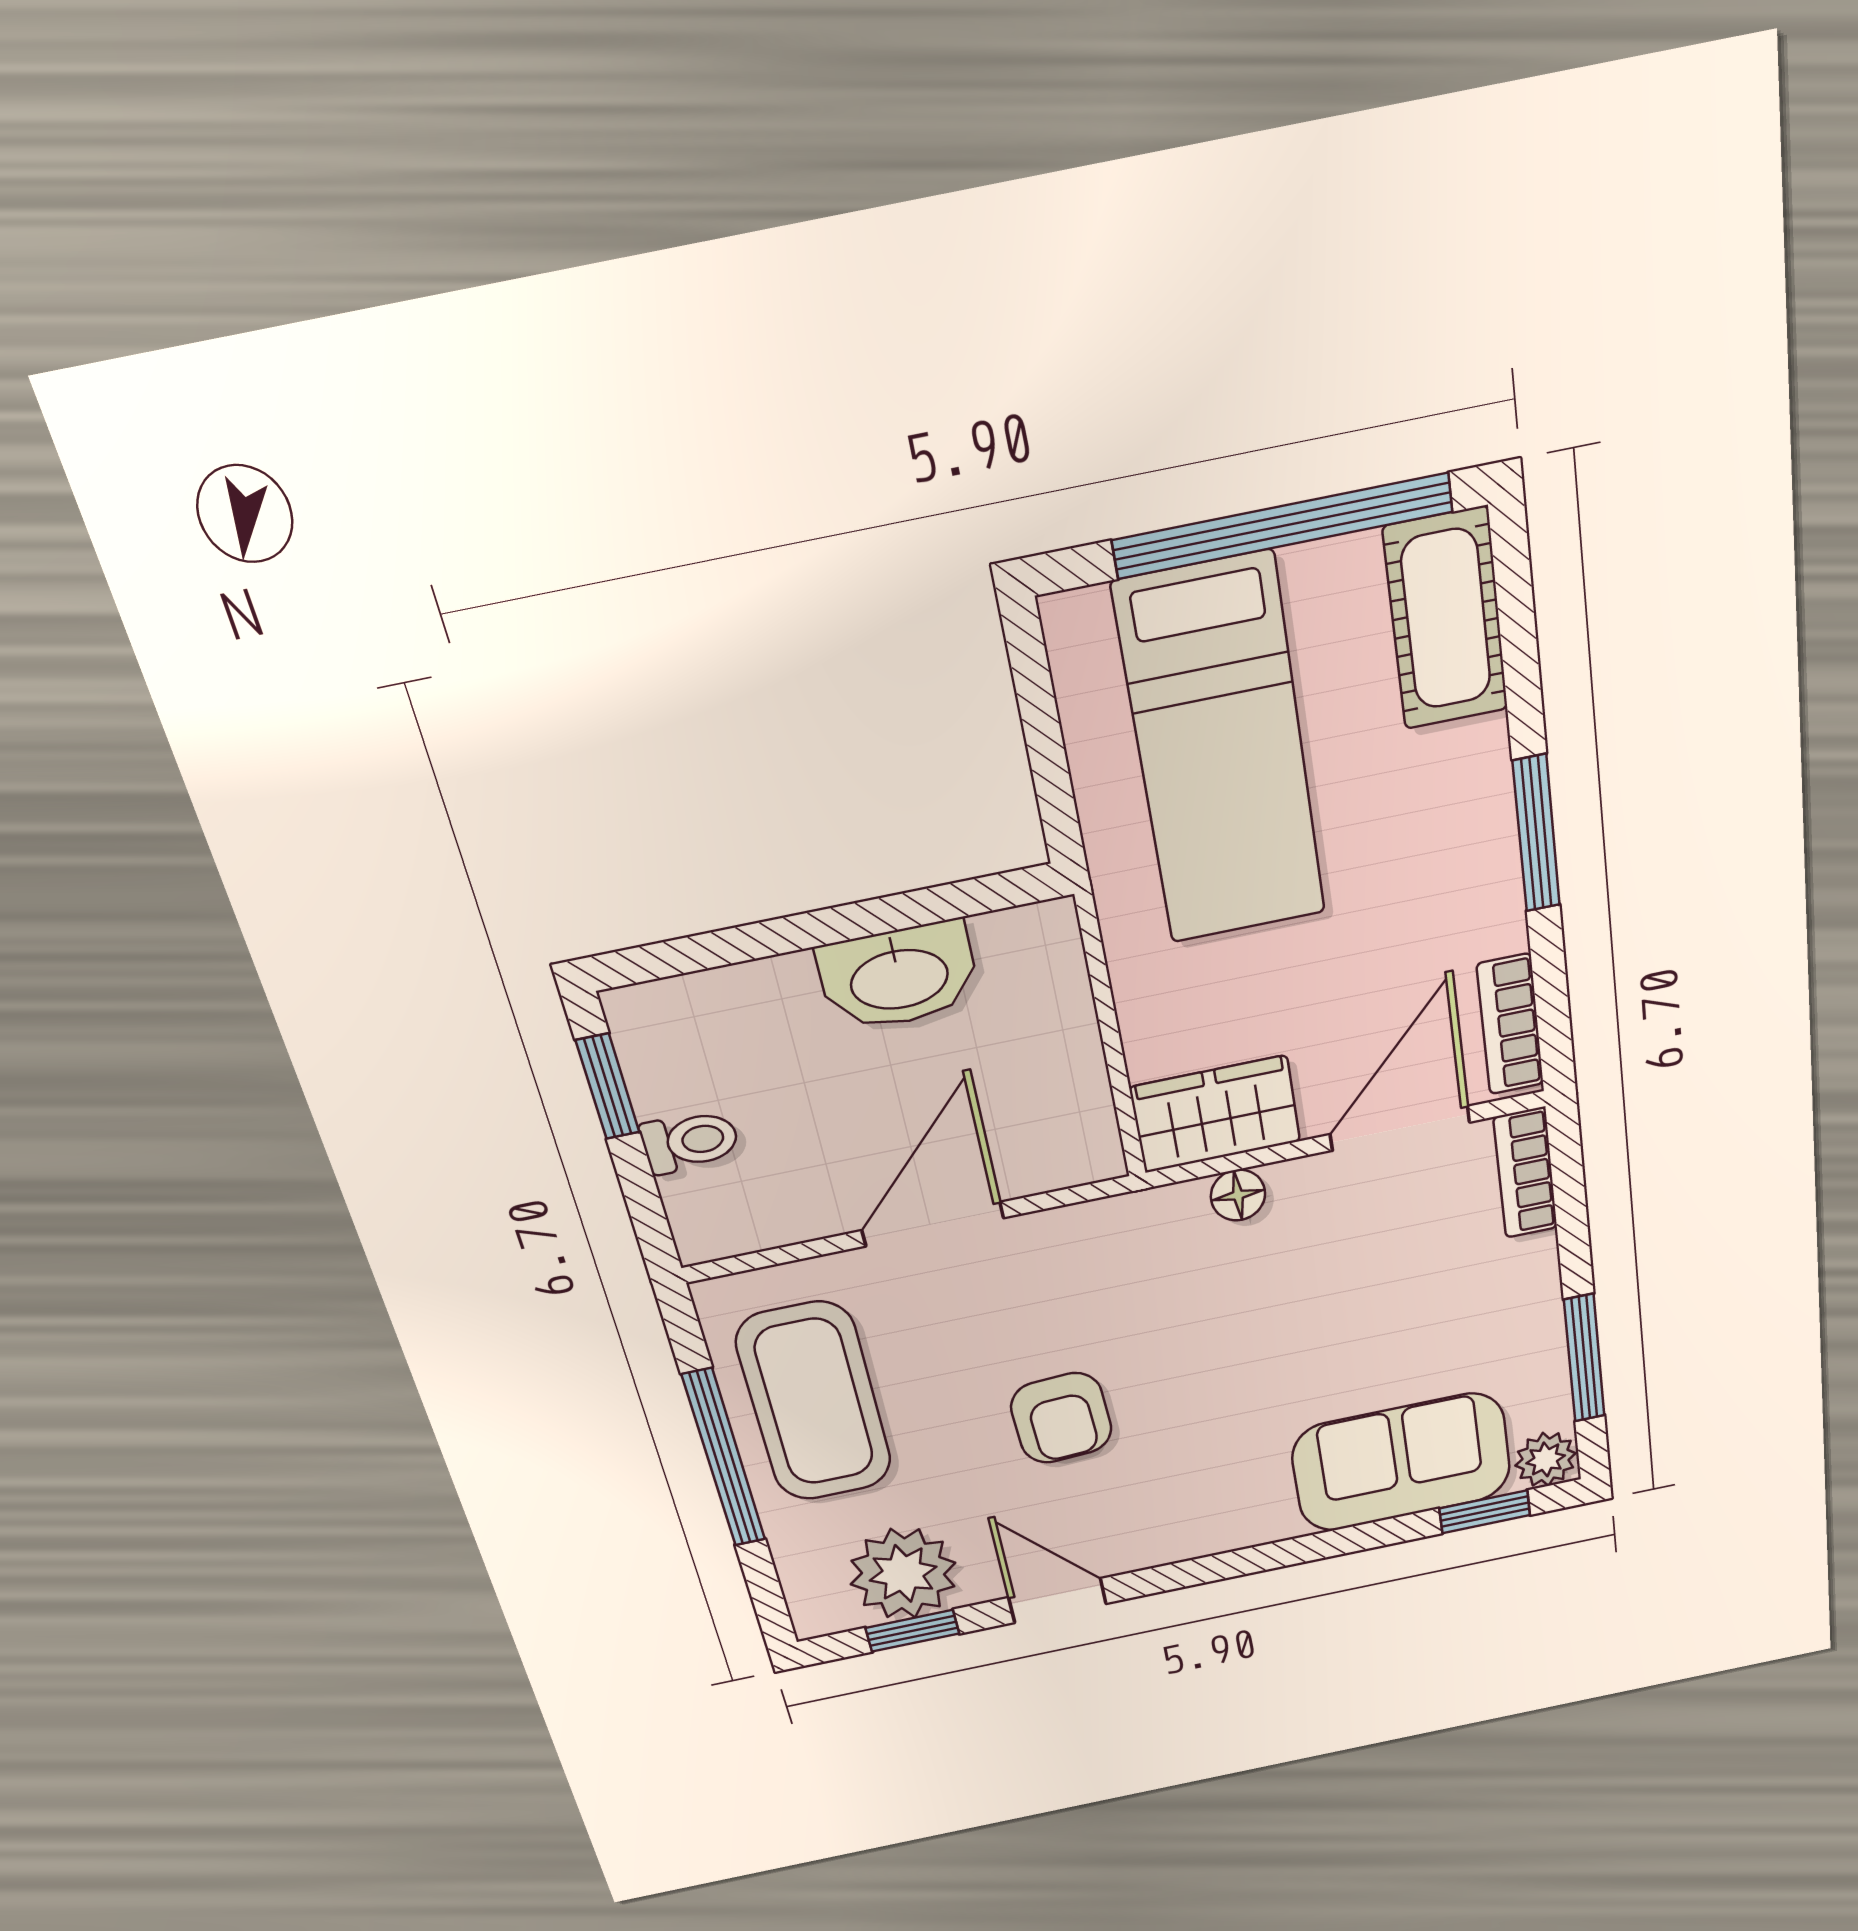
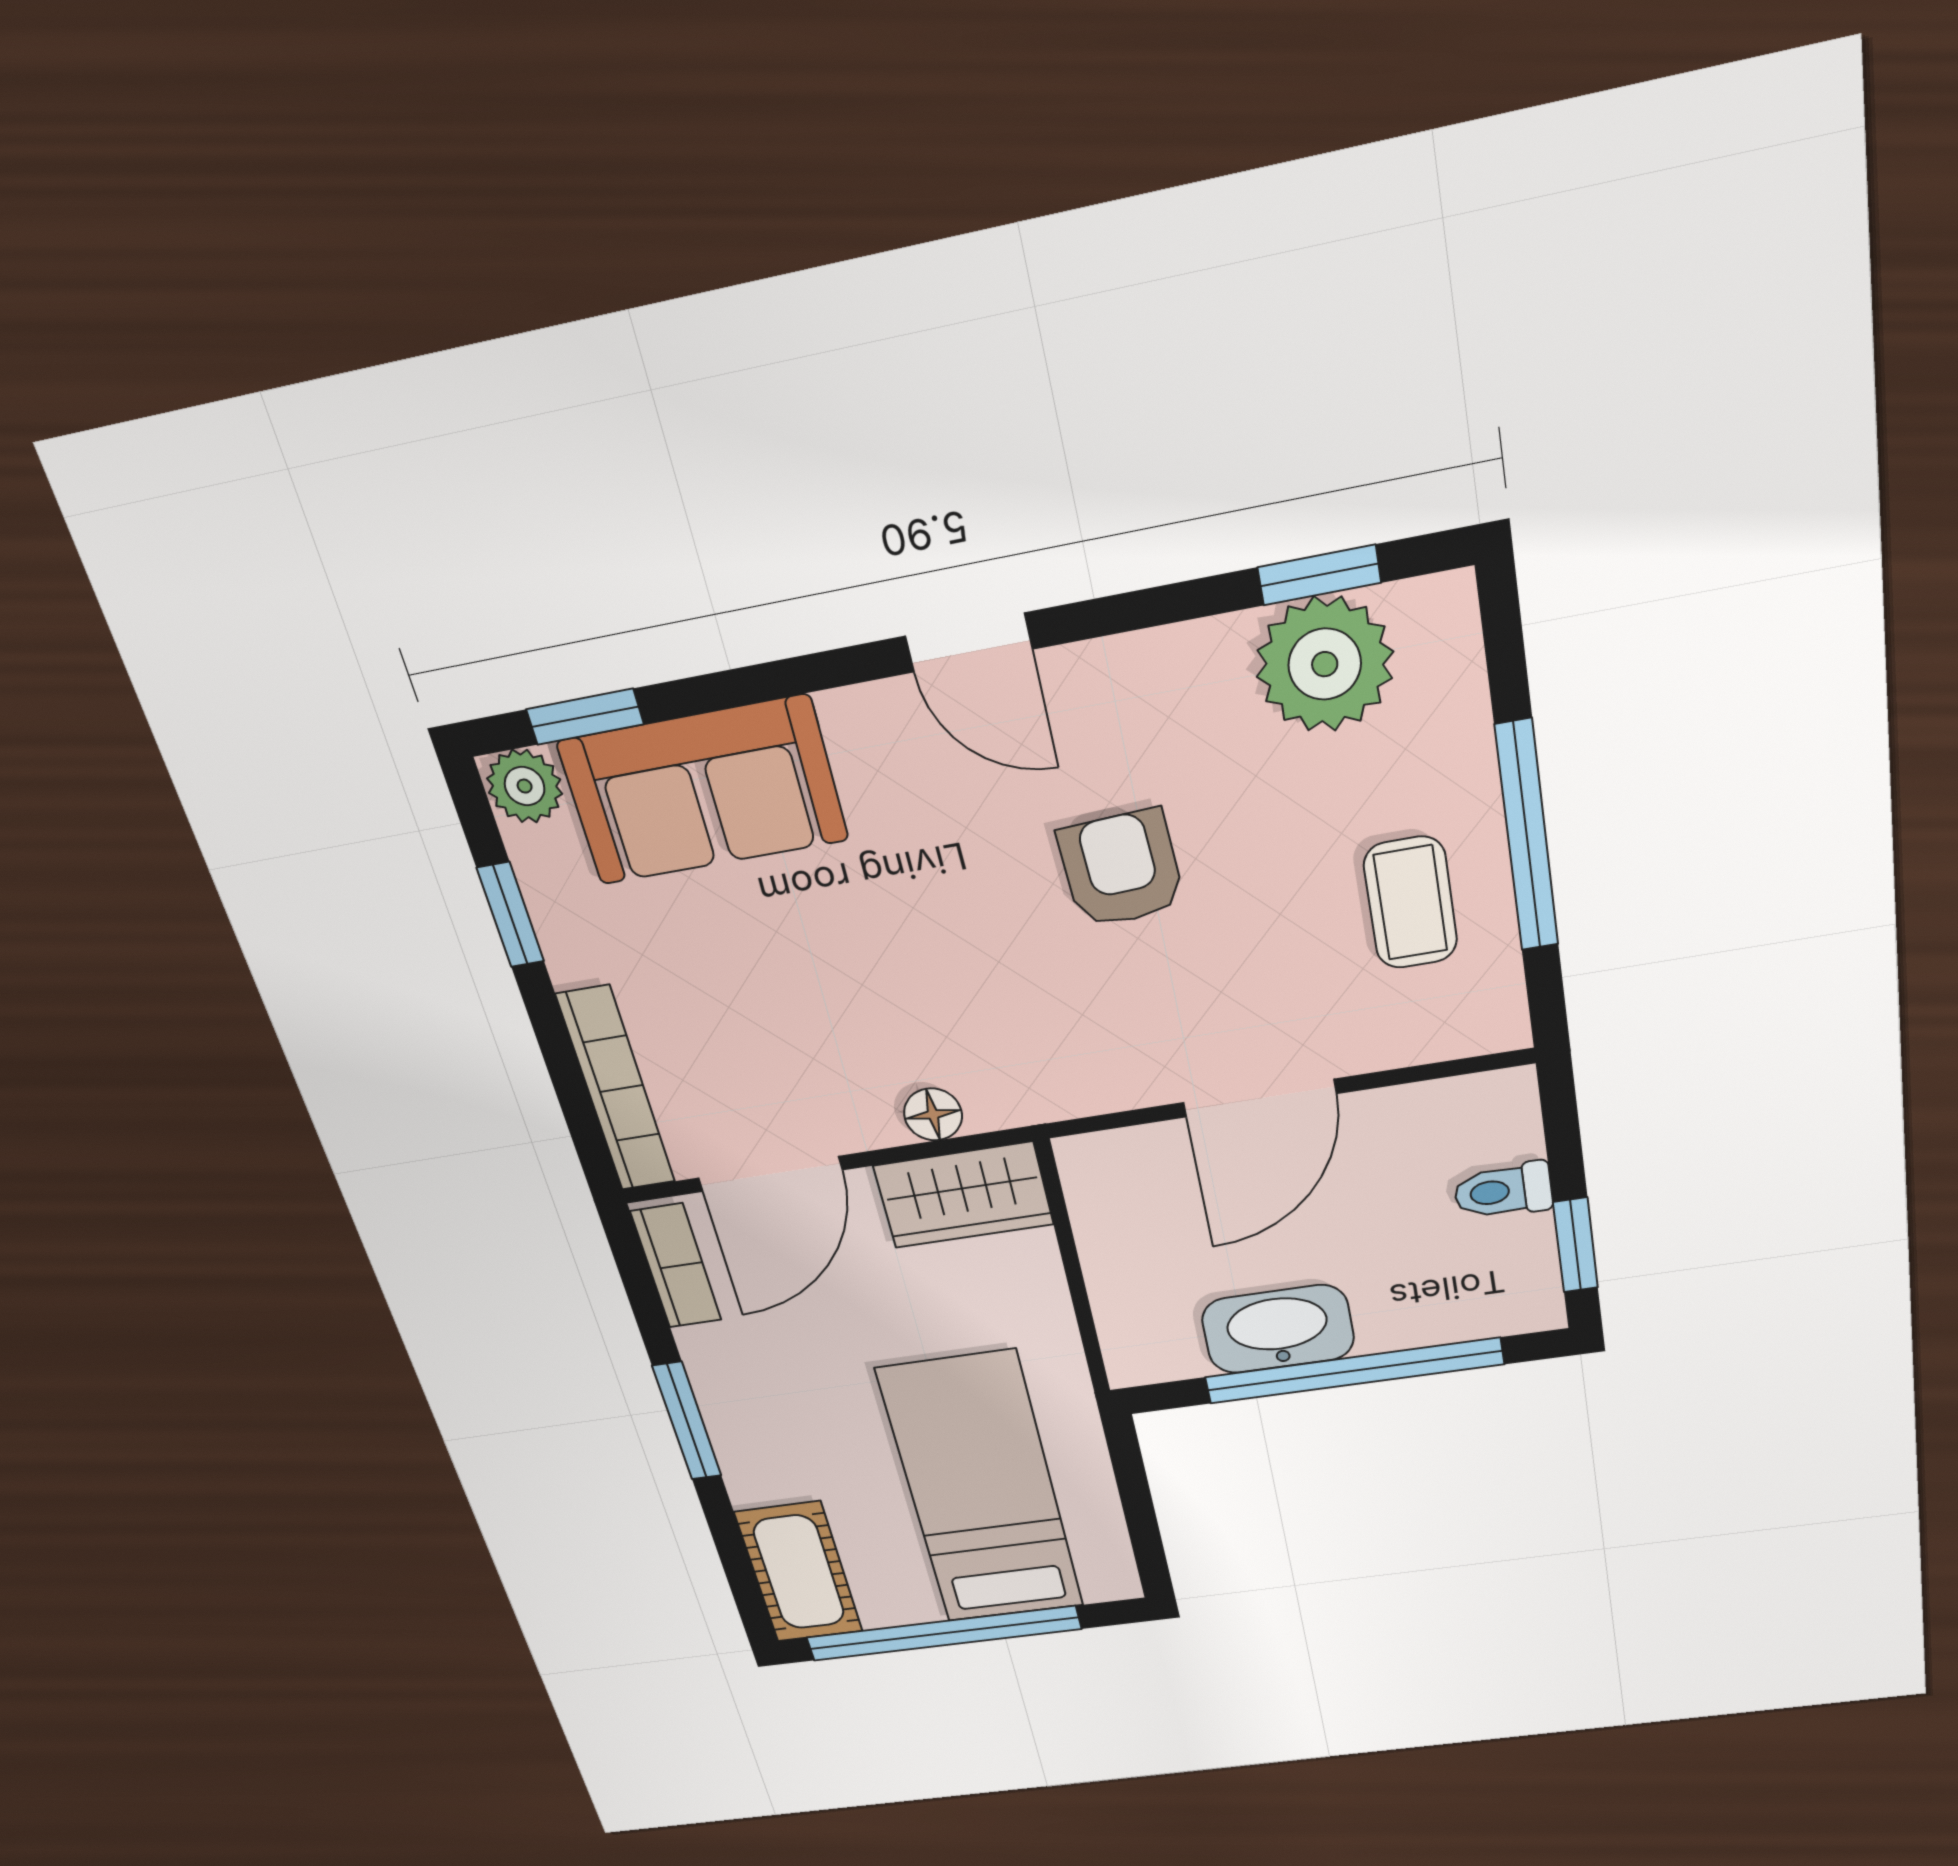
window: (815, 929) -> (1354, 1371), added
bookcase: (1525, 1173) -> (616, 1089), width x1.56
window: (1584, 1358) -> (510, 915), width x0.67
coffee table: (814, 1402) -> (1411, 903), width x0.54, depth x0.58
door: (1057, 1601) -> (969, 643), moved

